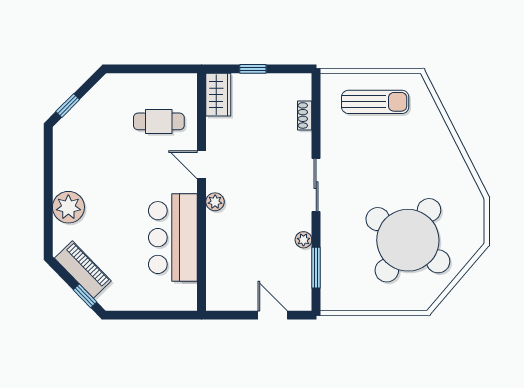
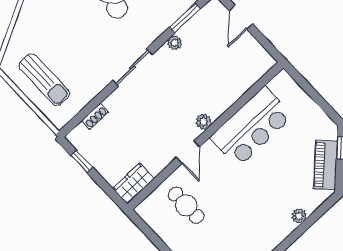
window: (253, 69) -> (82, 161), moved
sun lounger: (375, 102) -> (44, 80), turned 180
plant: (68, 207) -> (299, 216), width x0.53, depth x0.53

